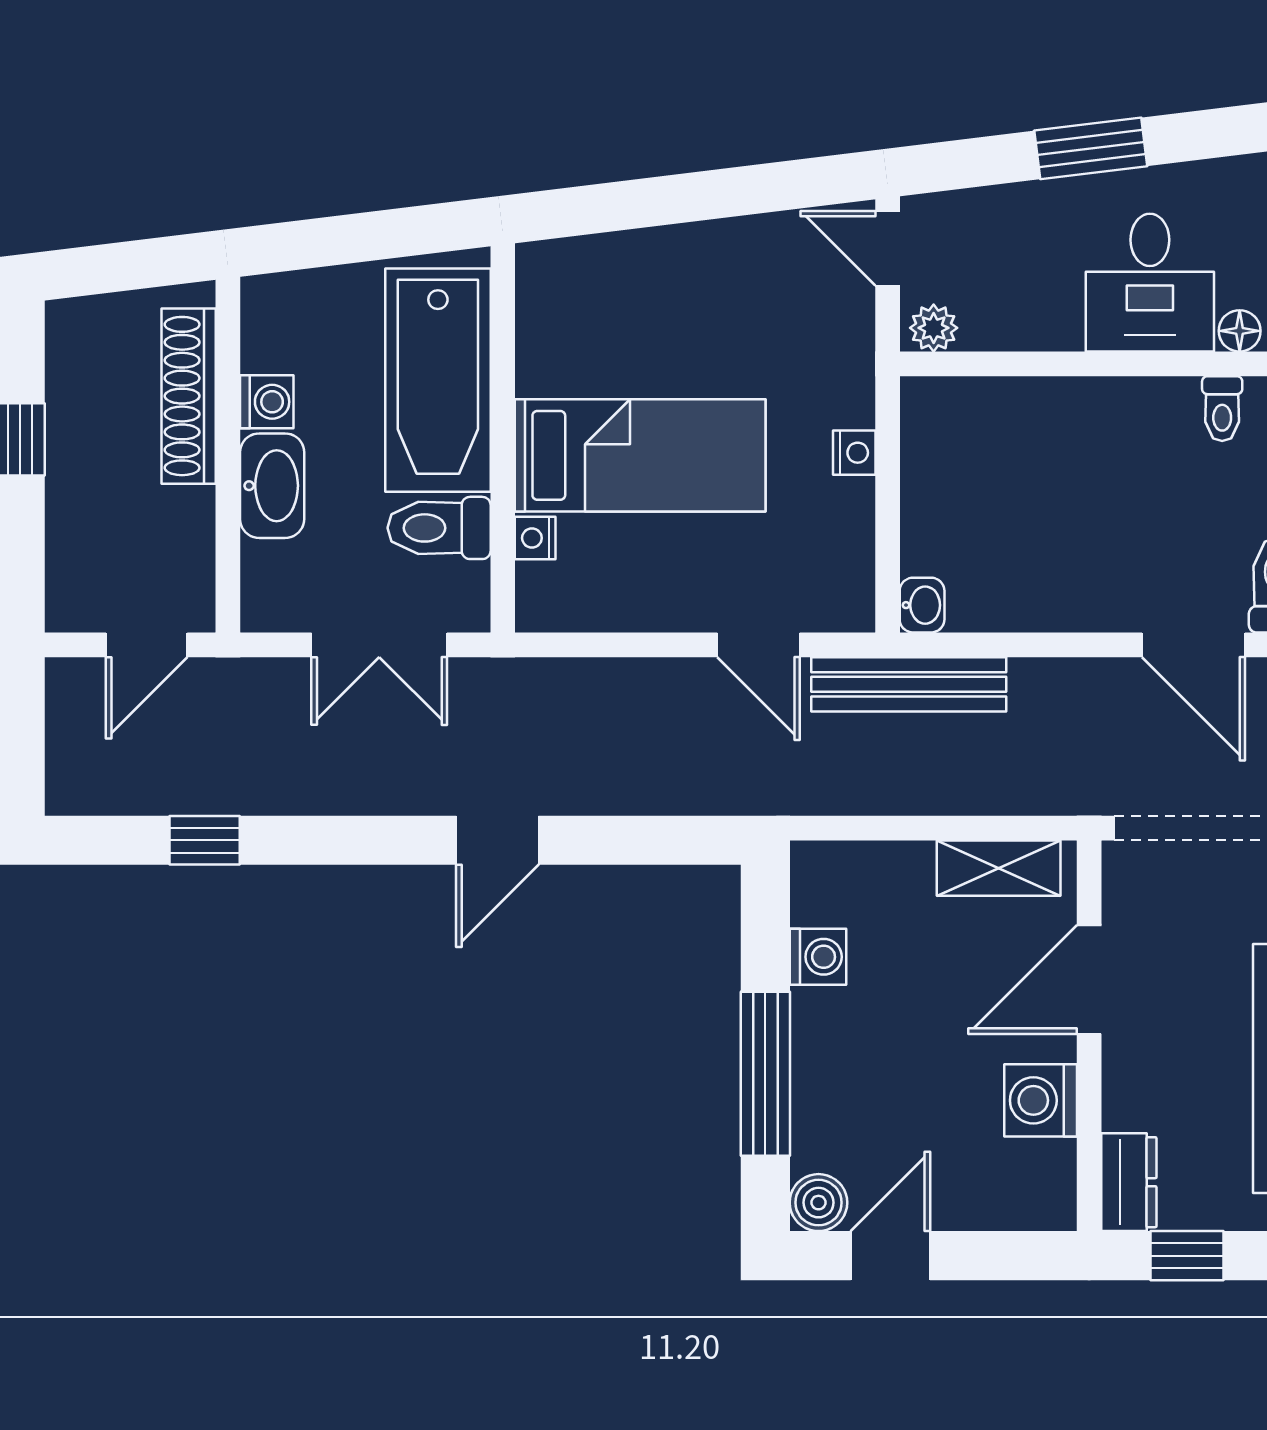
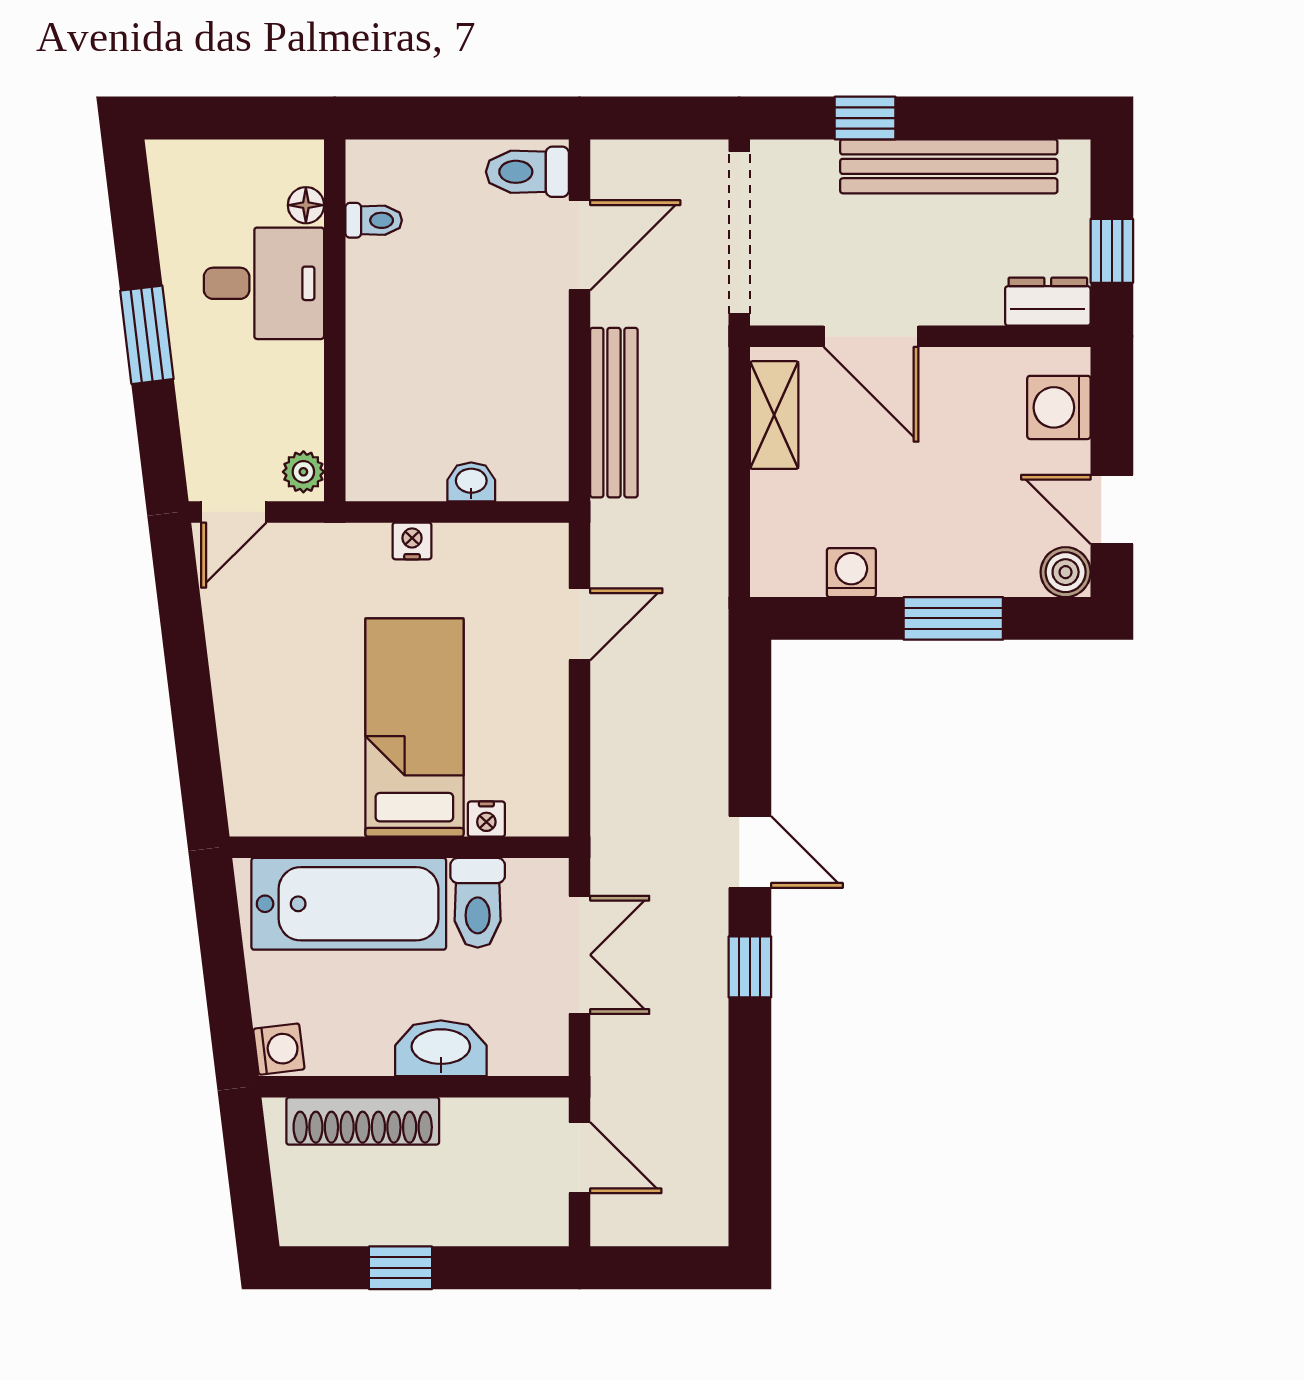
washing machine: (267, 402) -> (279, 1049), moved, turned 83
washbasin: (922, 605) -> (471, 482), moved
bench: (909, 684) -> (614, 413), moved
window: (205, 840) -> (750, 967), moved
window: (765, 1074) -> (953, 618), width x0.69
washing machine: (1041, 1100) -> (1059, 407), moved, turned 90

